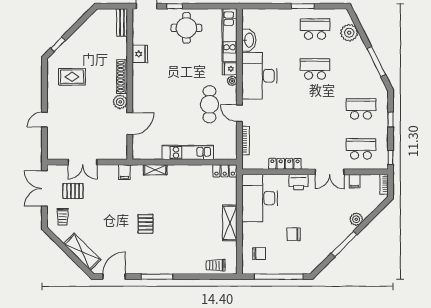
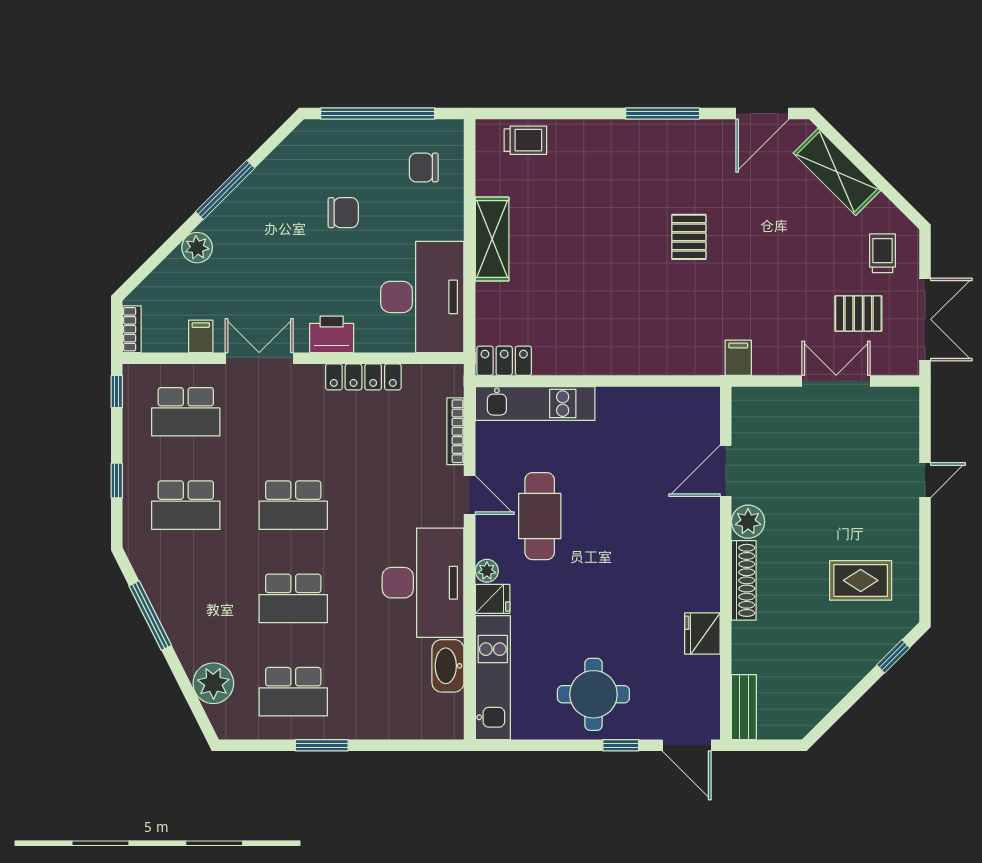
school desk: (315, 109) -> (293, 505), added
kitchen unit: (188, 152) -> (535, 404), moved
shelving: (155, 170) -> (666, 363), removed

